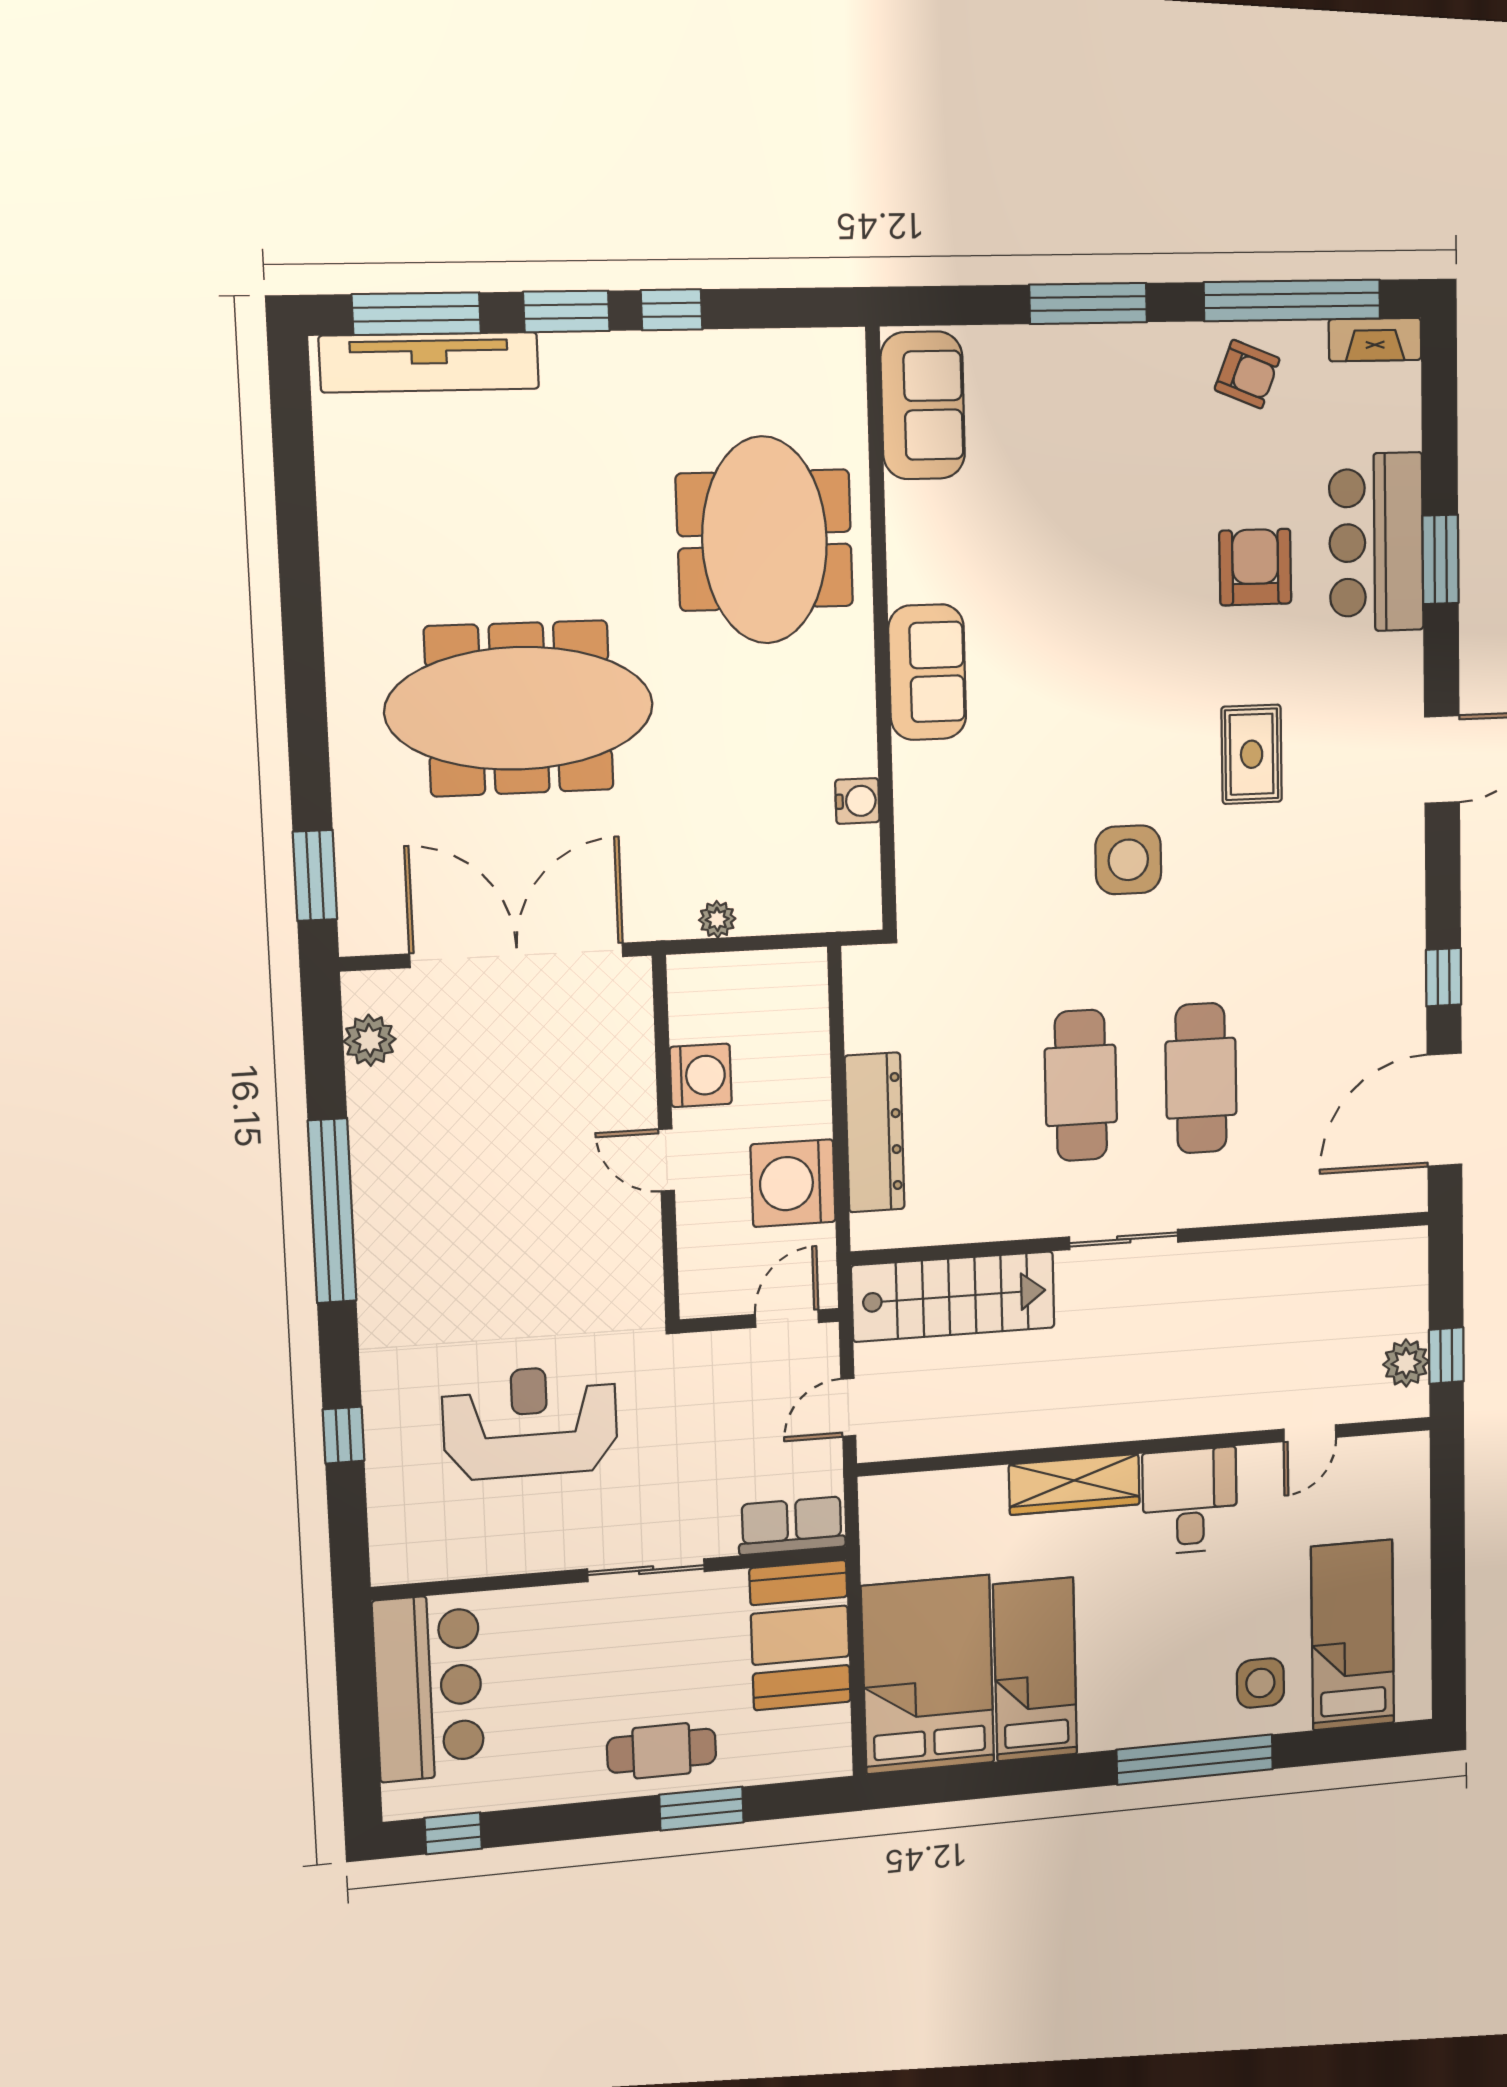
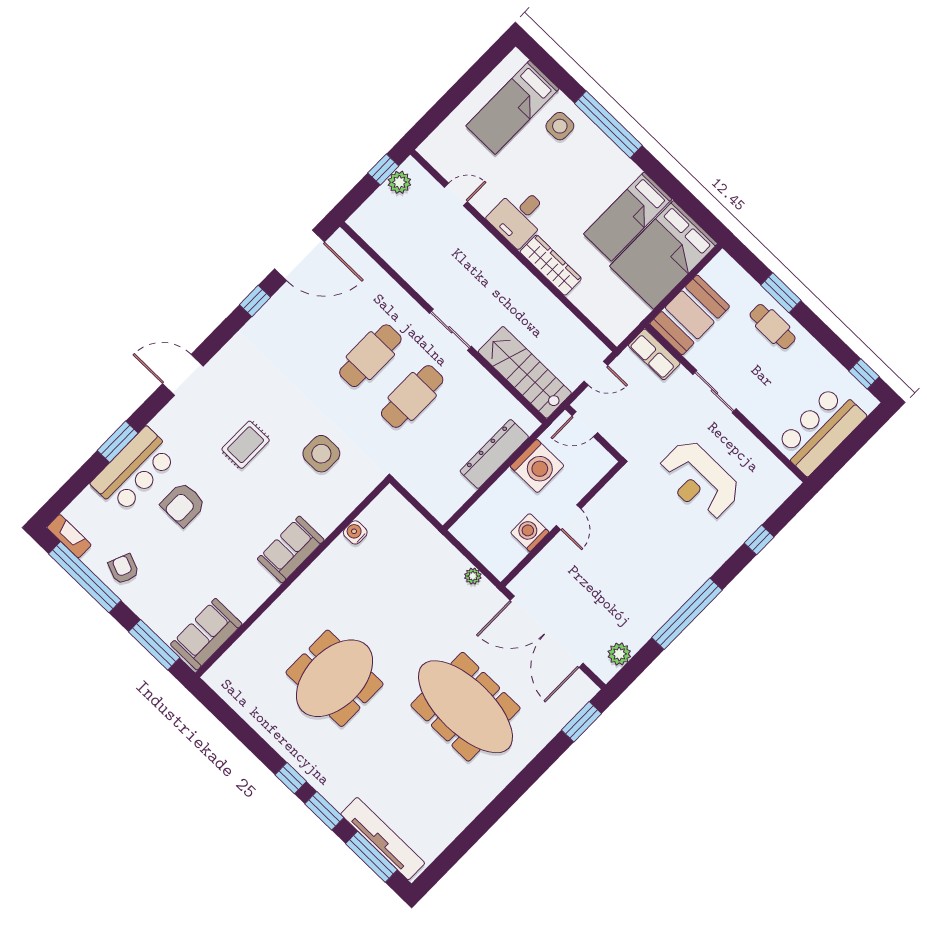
sofa: (923, 405) -> (206, 634), moved
wall: (881, 631) -> (292, 578), moved
sofa: (927, 672) -> (291, 549), moved
water cooler: (857, 801) -> (355, 532), moved

